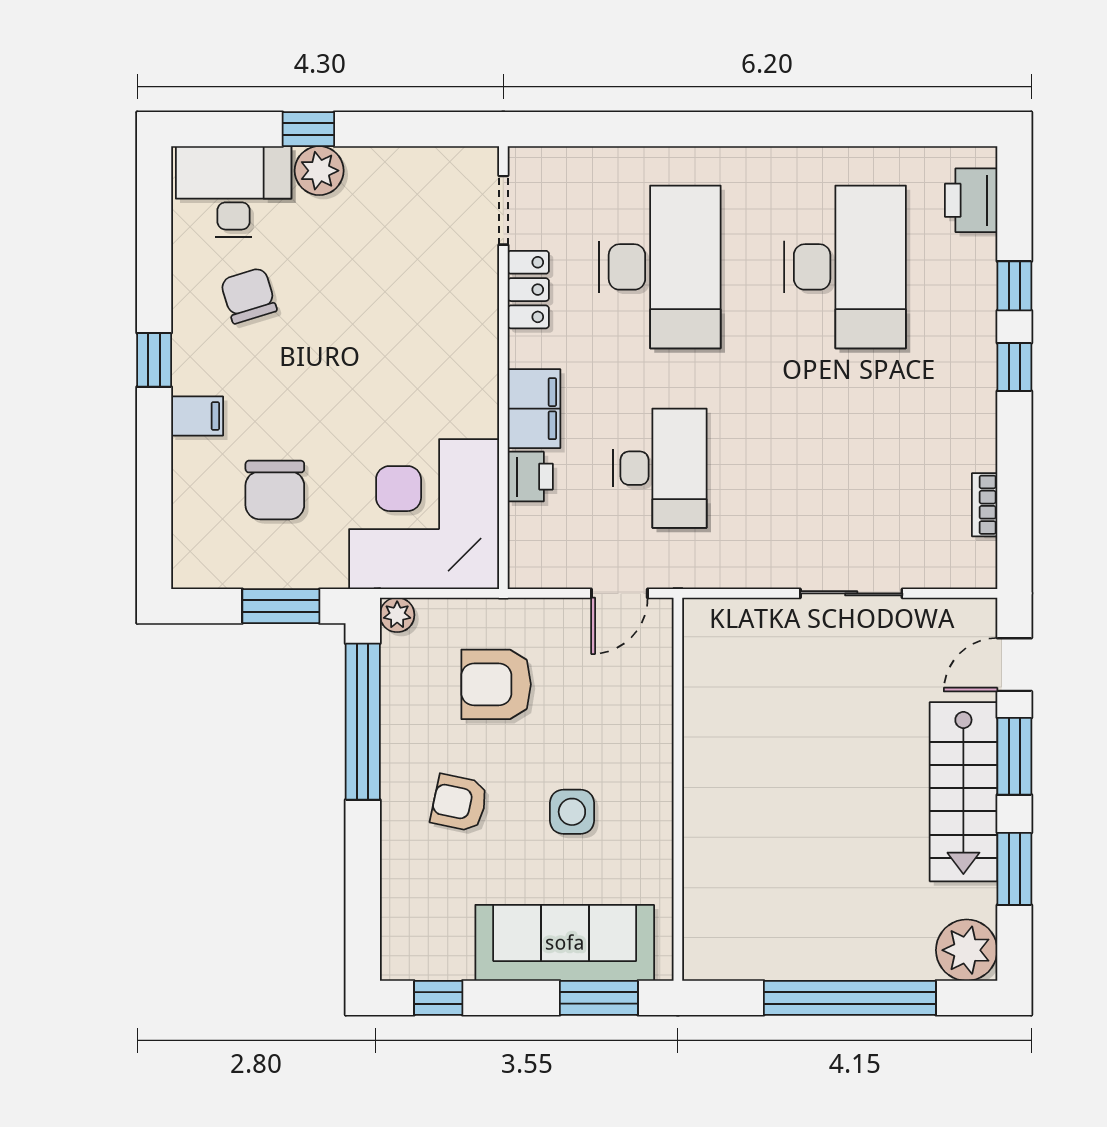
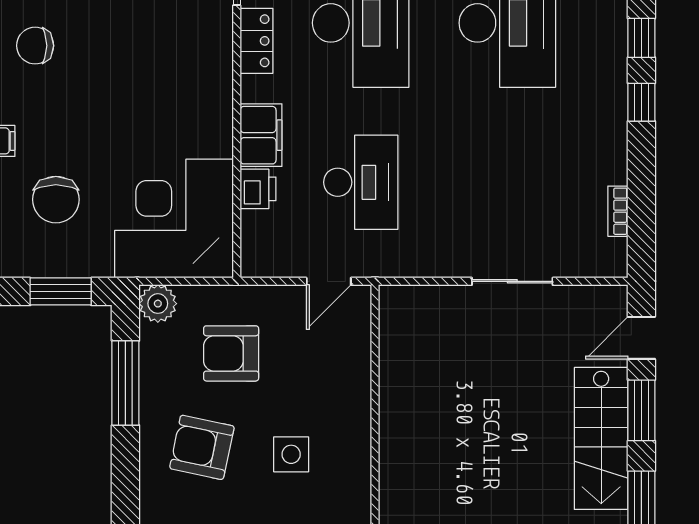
chair: (249, 296) -> (35, 46), turned -73
plant: (397, 615) -> (158, 304), width x1.38, depth x1.38
window: (363, 722) -> (125, 383), width x0.68
armchair: (459, 803) -> (202, 447), width x1.38, depth x1.38

